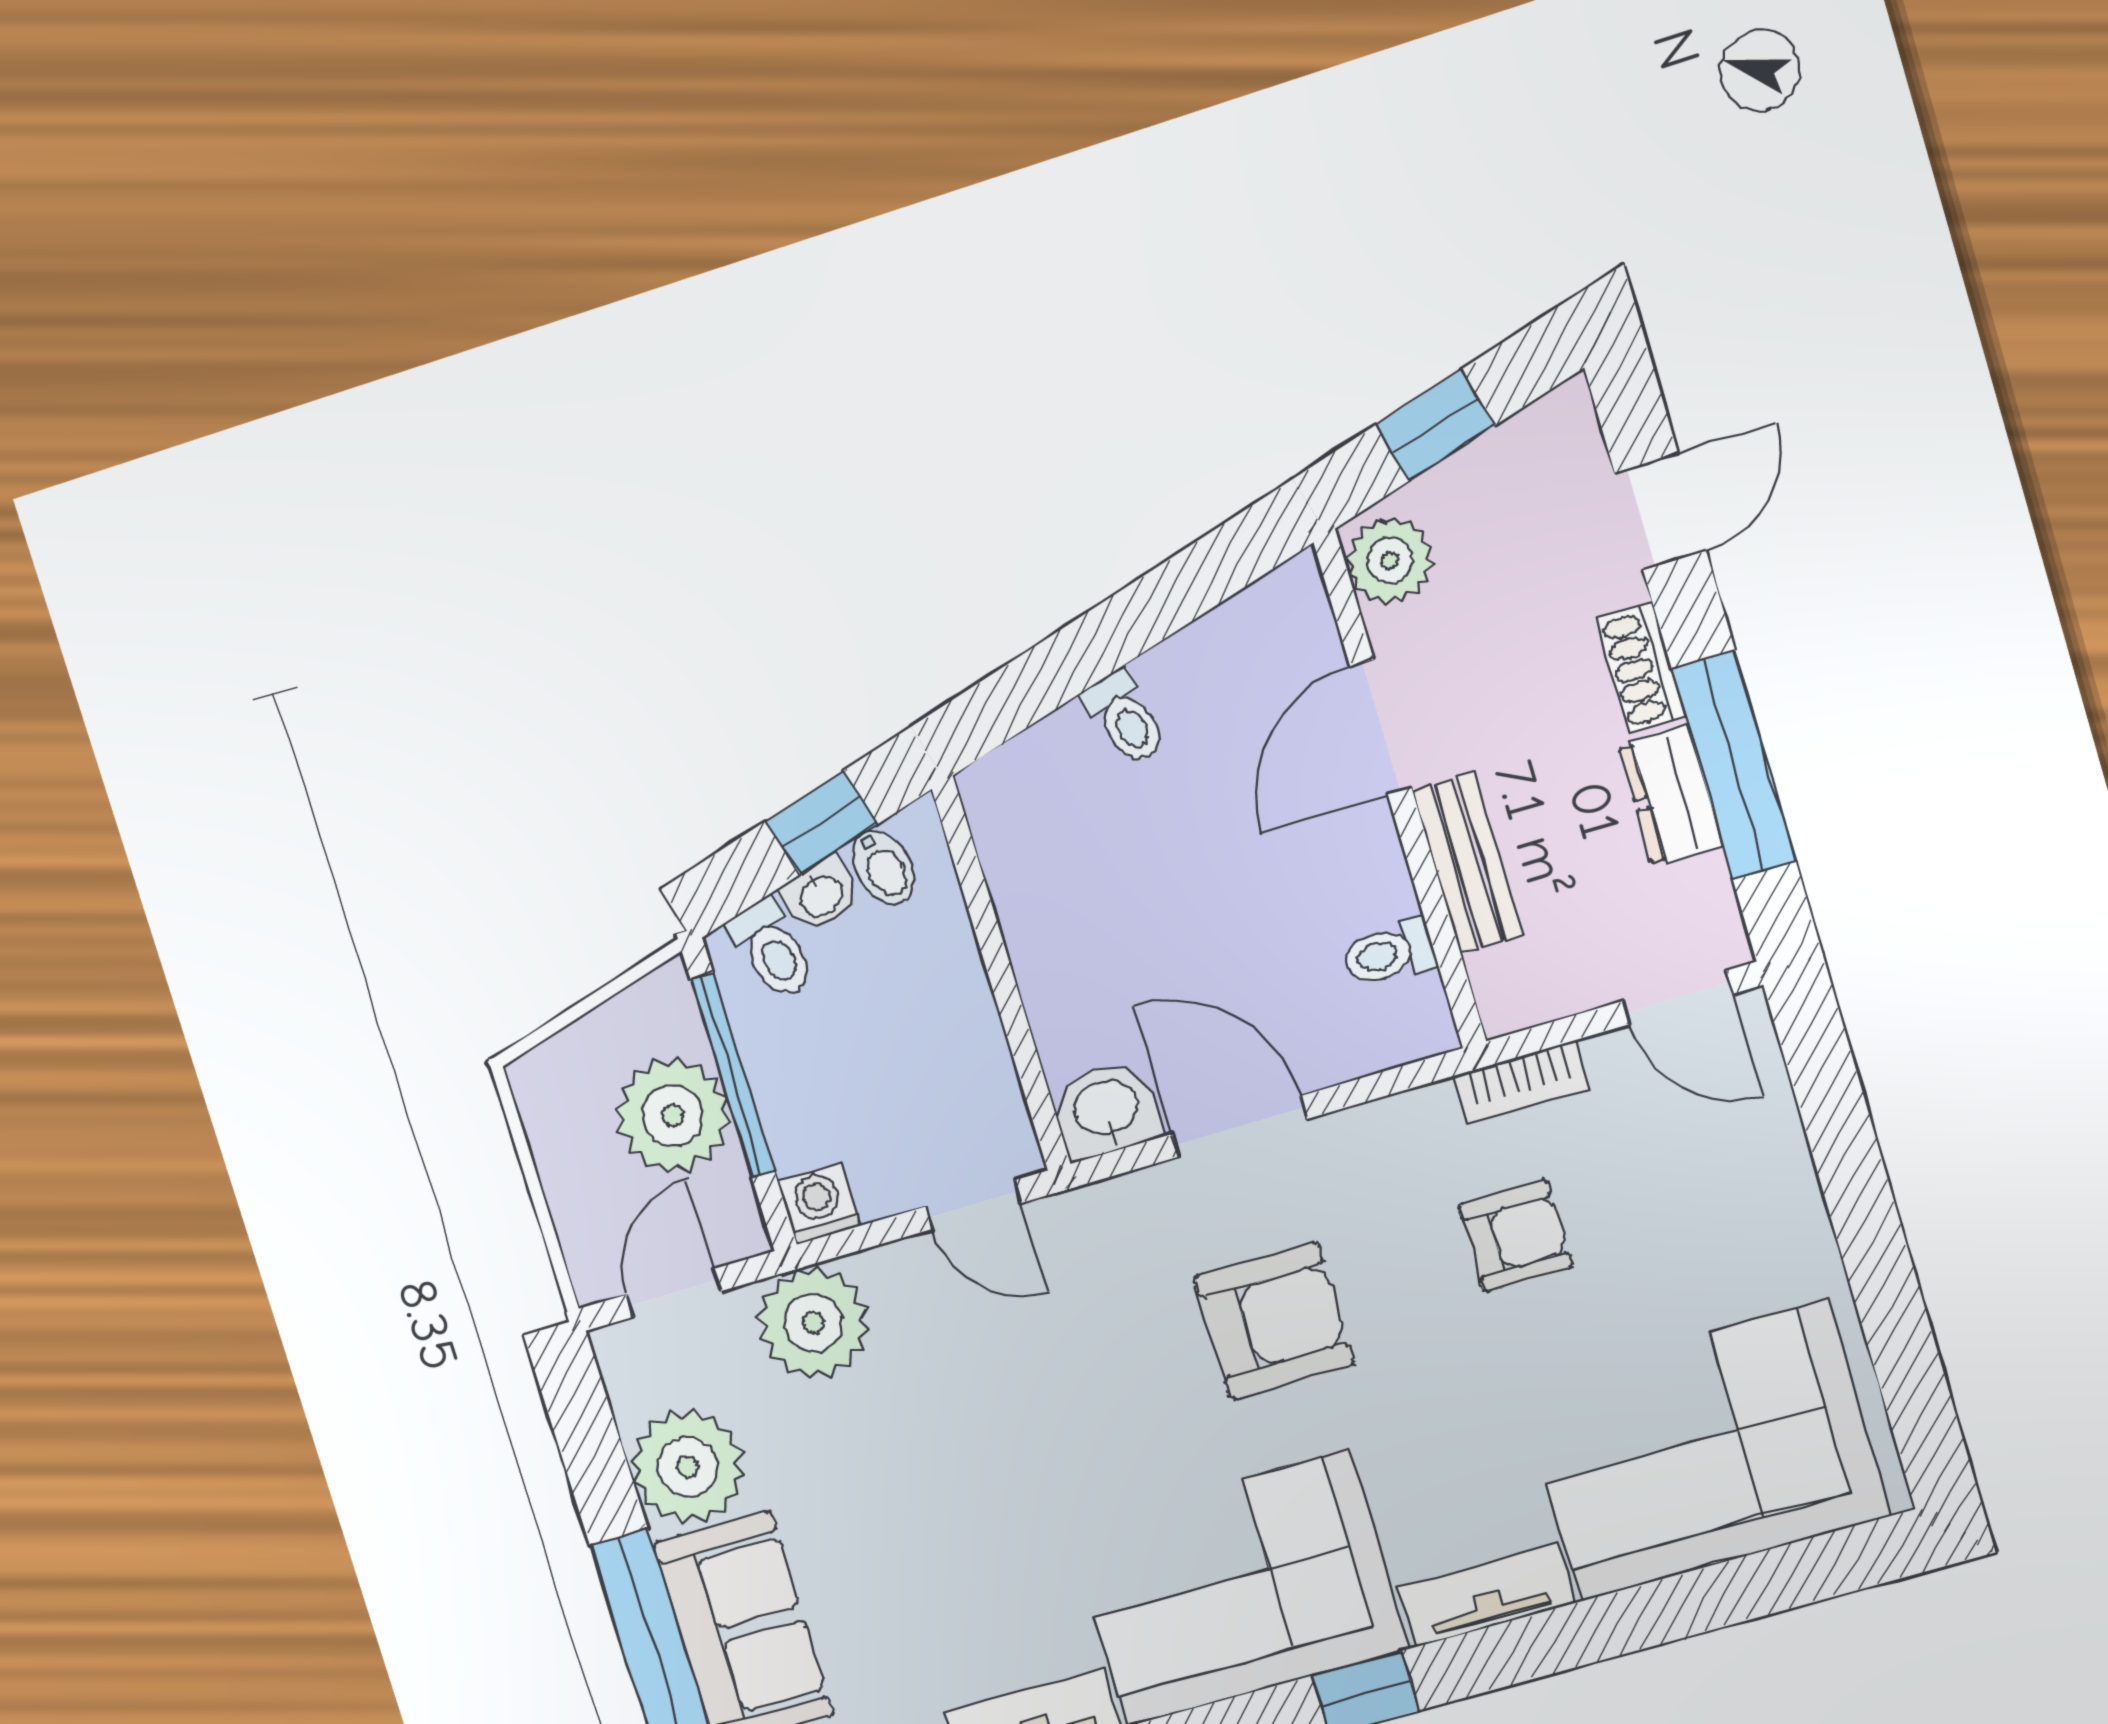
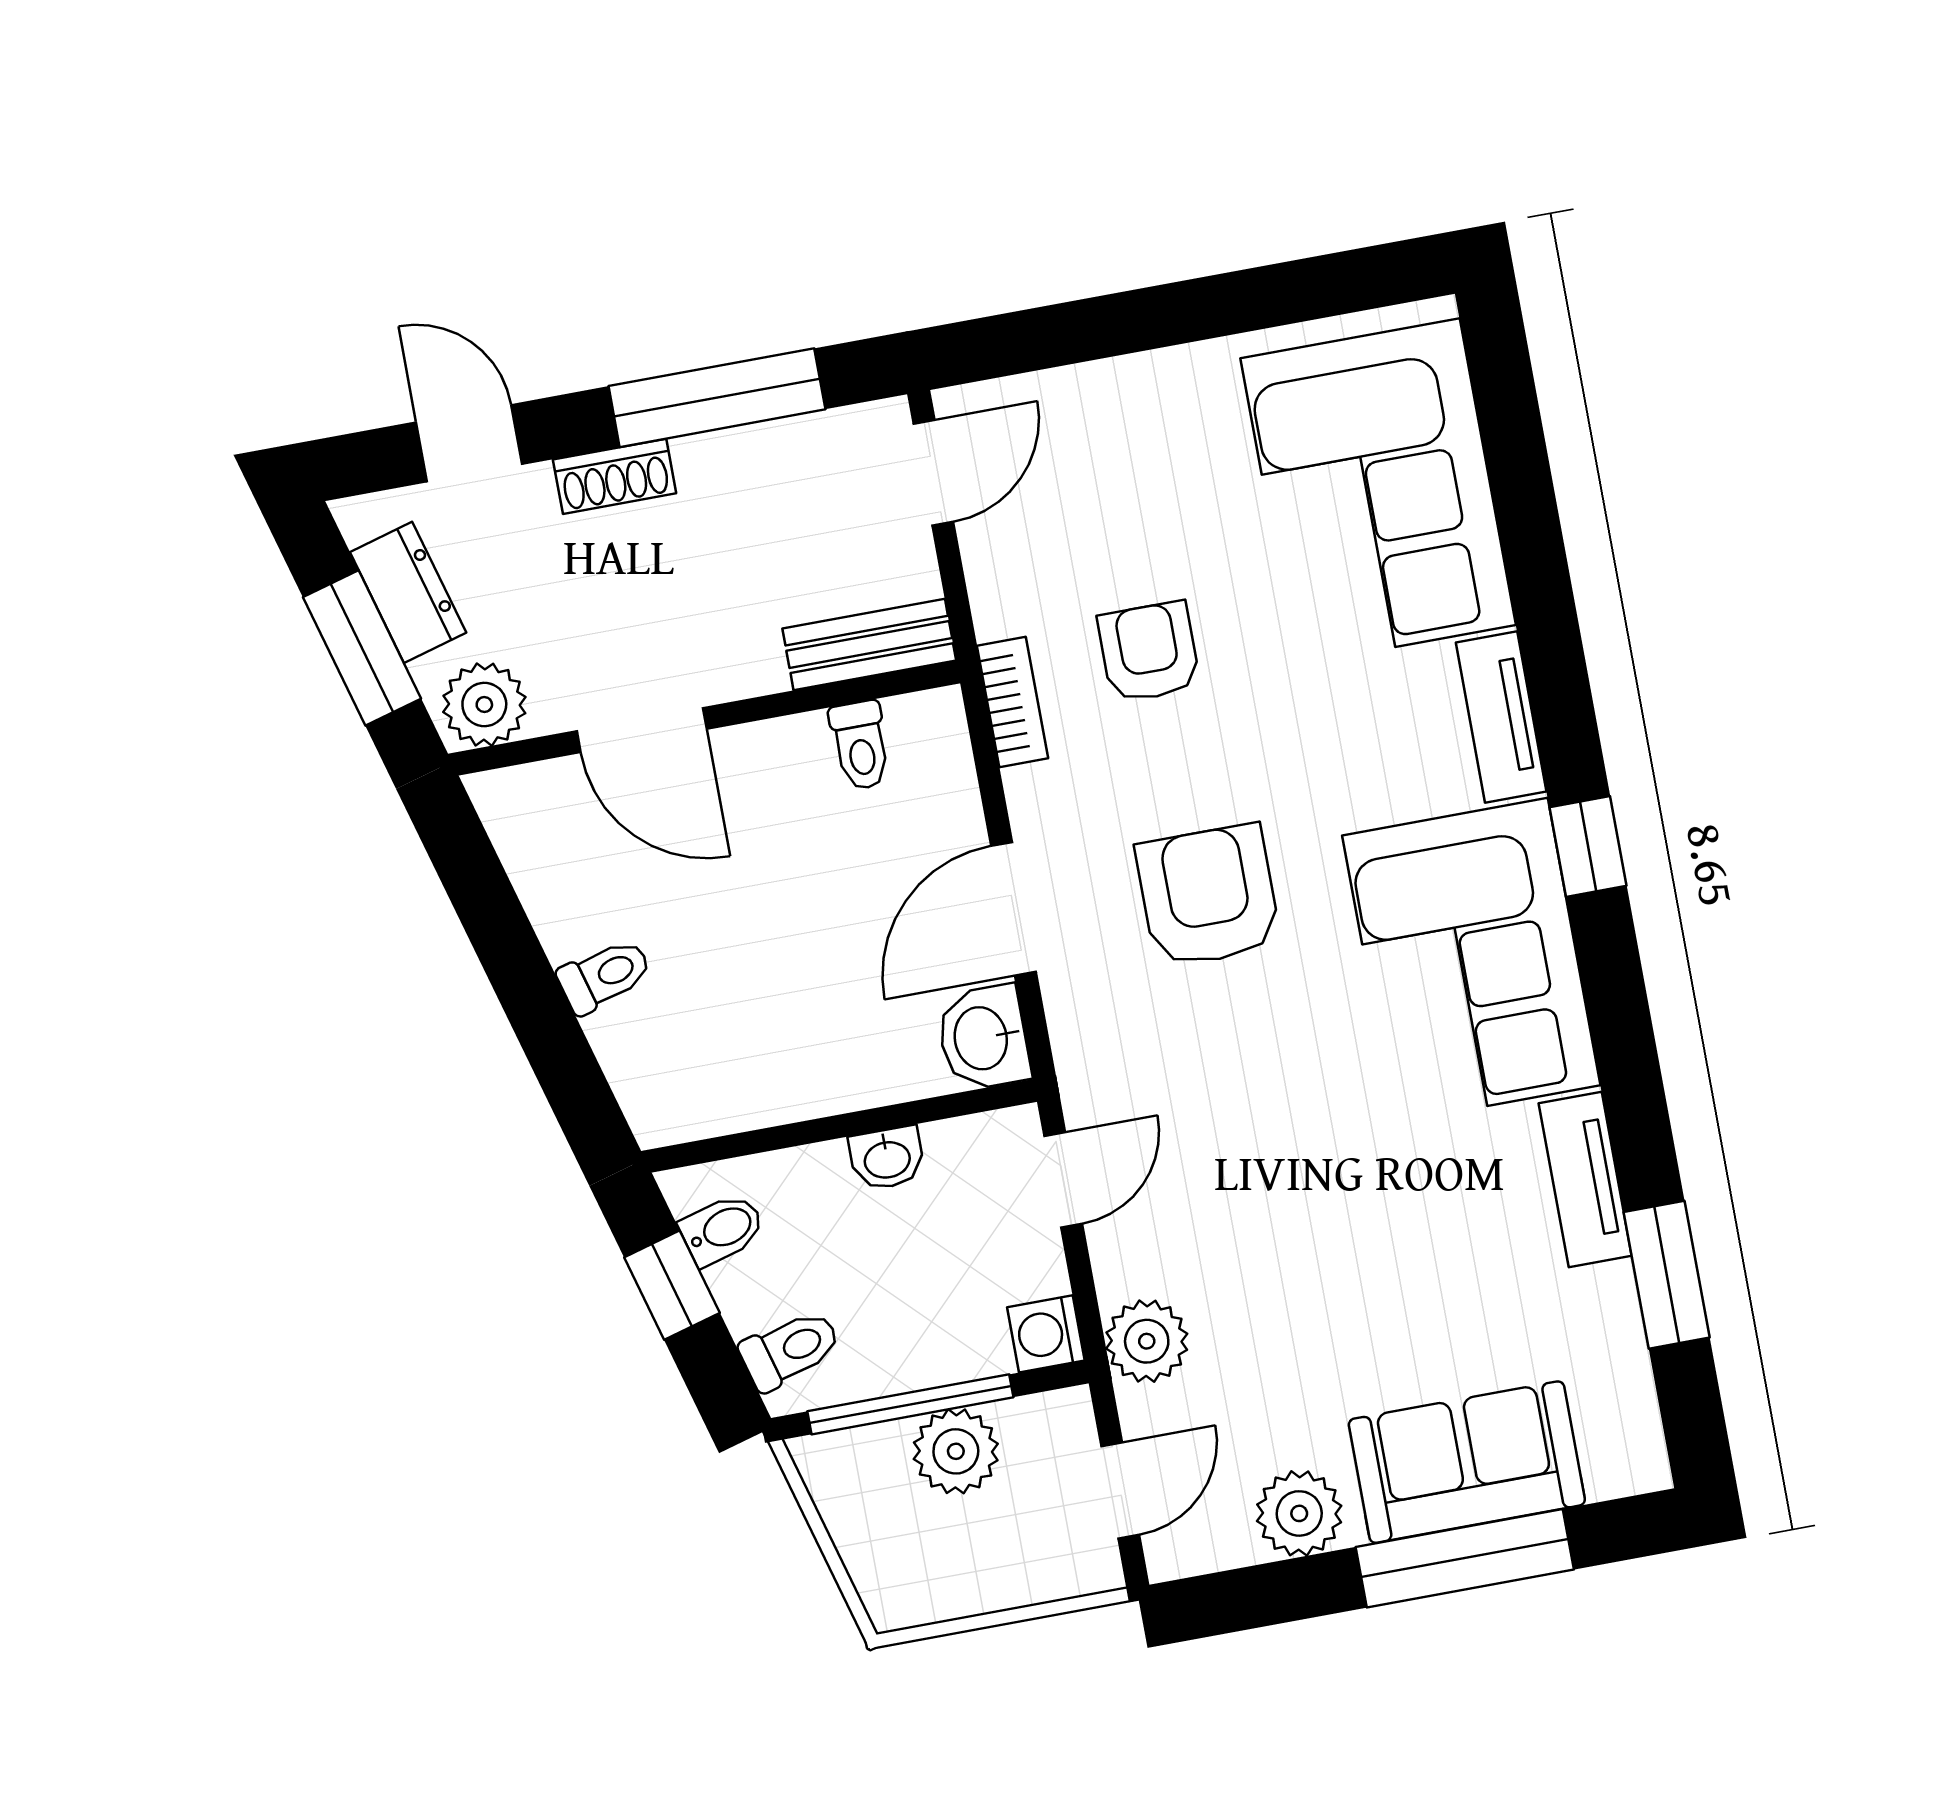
window: (1435, 425) -> (362, 648), width x1.50
dresser: (1671, 796) -> (408, 592), moved, turned -106
bench: (1468, 864) -> (869, 644), moved
washbasin: (821, 895) -> (887, 1158), moved, turned 106
bookcase: (1522, 1082) -> (1013, 702), moved
plant: (672, 1115) -> (956, 1451), width x0.73, depth x0.73
door: (674, 1293) -> (1120, 1490), swing flipped
plant: (814, 1323) -> (1147, 1341), width x0.73, depth x0.73
plant: (688, 1467) -> (1299, 1513), width x0.73, depth x0.73

